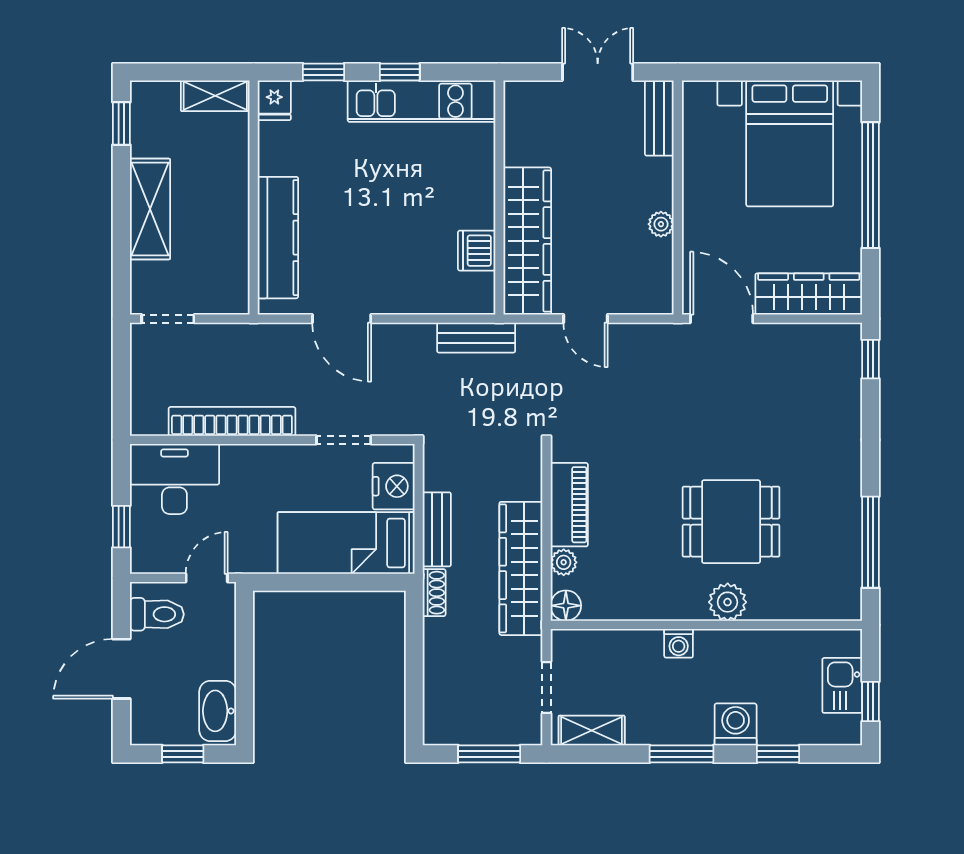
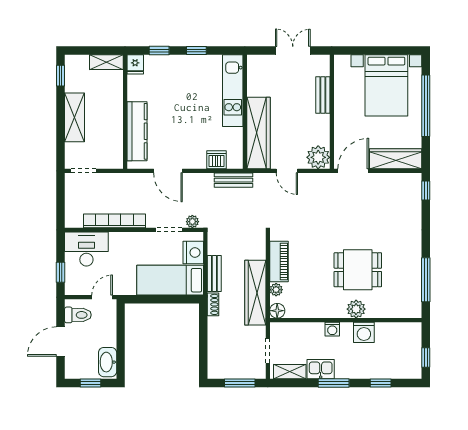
kitchen unit: (422, 101) -> (233, 91), moved, turned 90
bench: (659, 118) -> (323, 95), moved
plant: (661, 224) -> (318, 157), moved, width x1.87, depth x1.87
dishwasher: (477, 251) -> (216, 160), moved, turned 90
door: (722, 319) -> (353, 171), hinge flipped
plant: (392, 423) -> (192, 222), added
kitchen sink: (842, 685) -> (321, 369), moved, turned 90
washing machine: (736, 724) -> (364, 332), moved, turned 180

